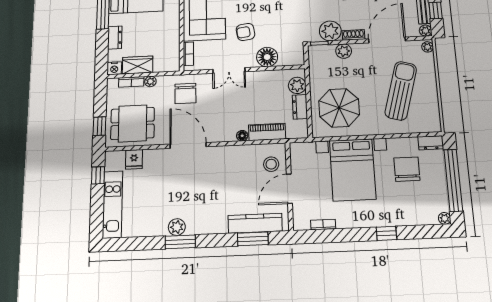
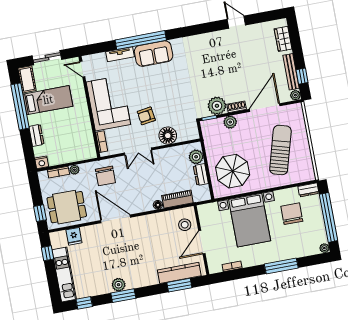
plant: (428, 47) -> (298, 109), removed
wardrobe: (138, 65) -> (61, 157), removed
window: (386, 233) -> (281, 266), width x2.17
window: (130, 244) -> (84, 303), added

